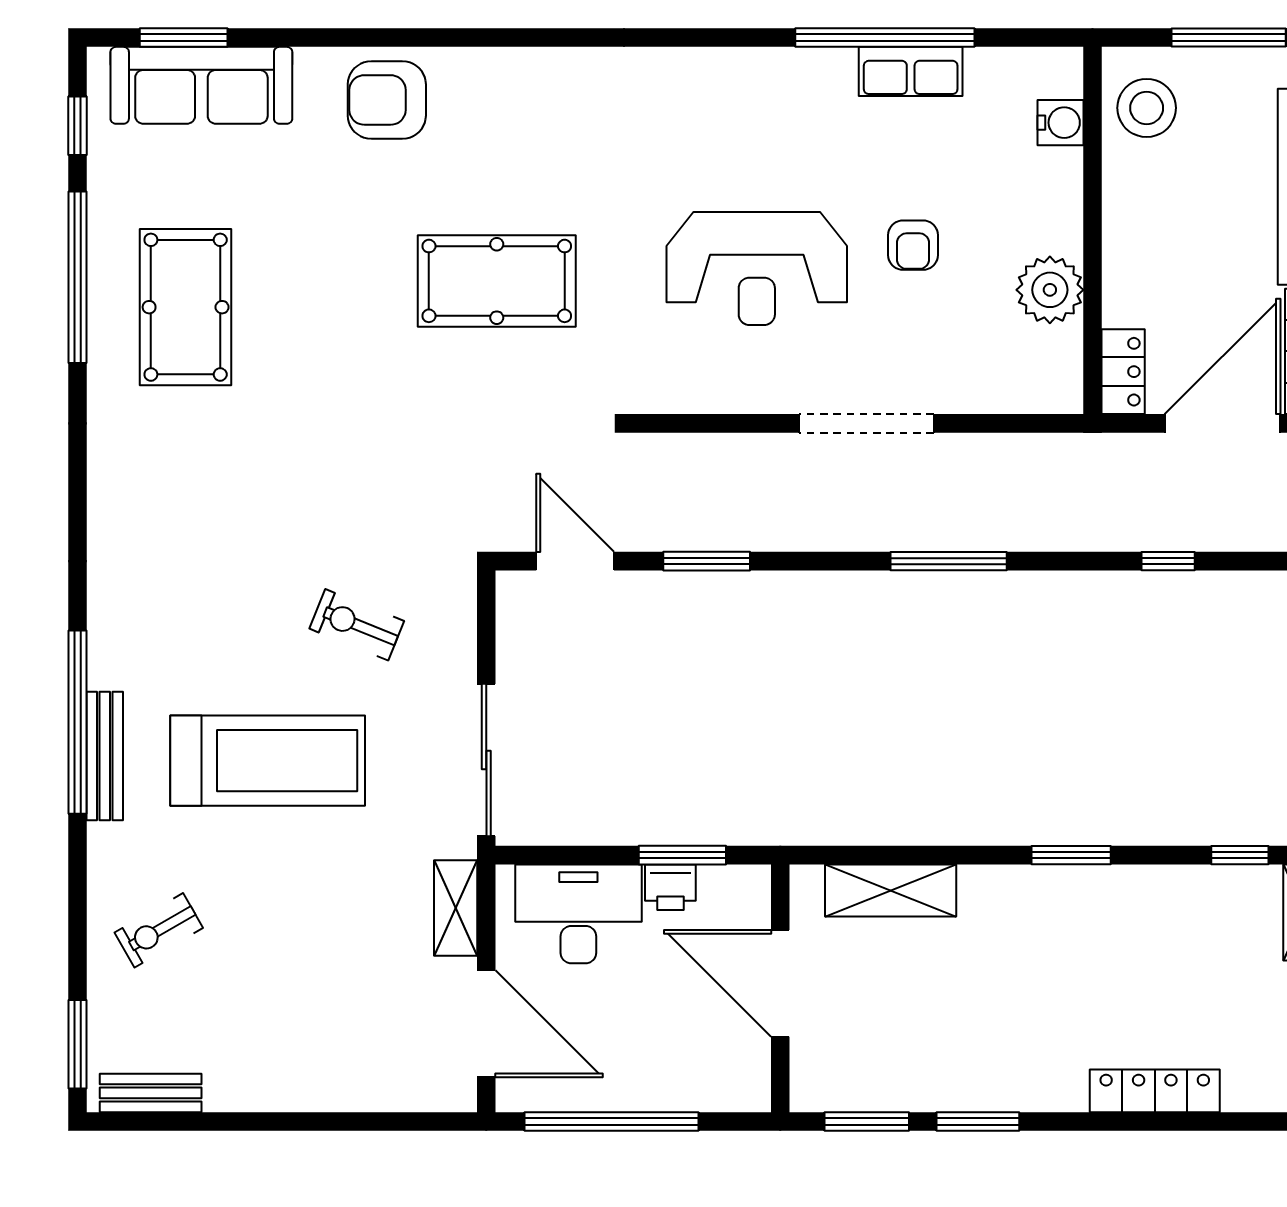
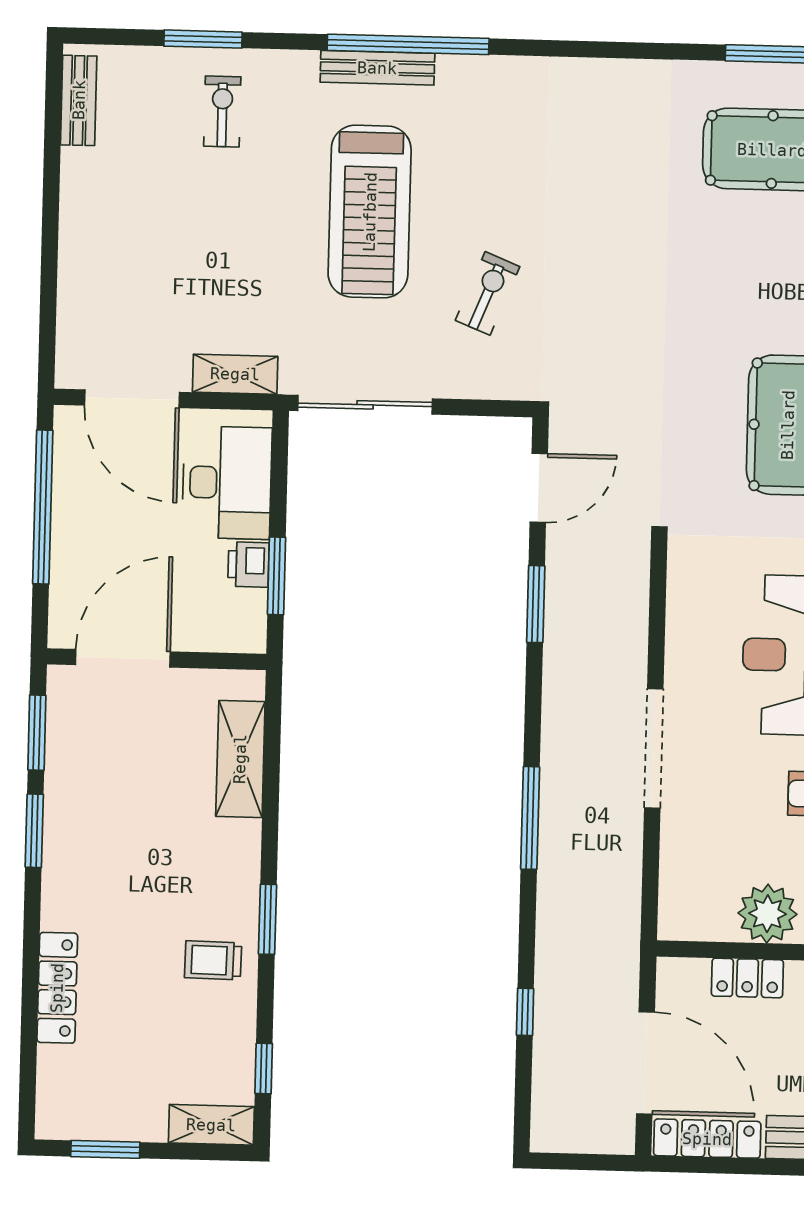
locker: (1123, 372) -> (747, 978), moved
trolley: (1119, 915) -> (213, 960), added
exercise bike: (159, 930) -> (222, 111), turned 30
door: (780, 983) -> (123, 658), moved
door: (486, 1024) -> (132, 399), hinge flipped
window: (78, 1044) -> (203, 39), moved

